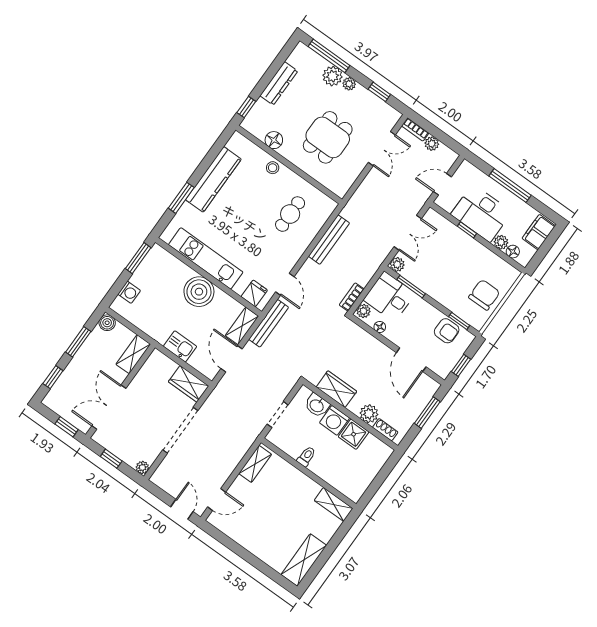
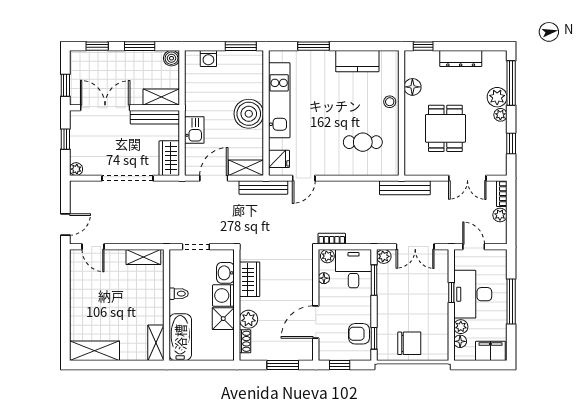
dining table: (328, 137) -> (445, 128), turned 90
kitchen counter: (213, 179) -> (357, 61), width x0.67
bench: (329, 240) -> (405, 188), moved
armchair: (447, 331) -> (359, 334), turned 90
bench: (146, 371) -> (155, 117), added
bathtub: (343, 481) -> (180, 337), added

